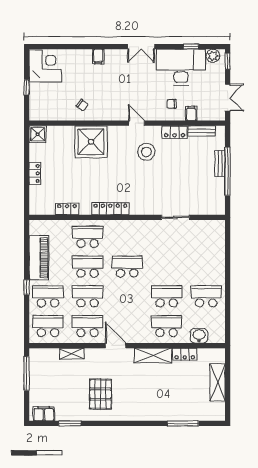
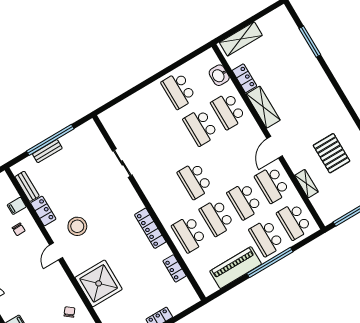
window: (27, 287) -> (270, 263), width x3.17
shelving: (218, 383) -> (241, 39), moved
pallet: (101, 394) -> (332, 153), moved, turned 90

